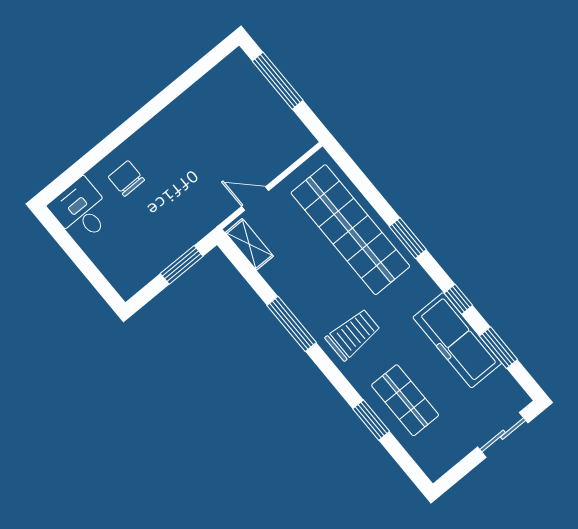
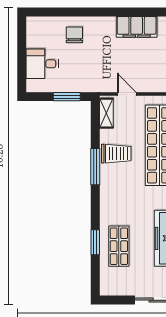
filing cabinet: (197, 103) -> (137, 27), added
desk: (81, 210) -> (42, 64), moved, turned -90
trolley: (353, 334) -> (116, 154), moved

